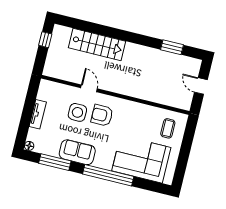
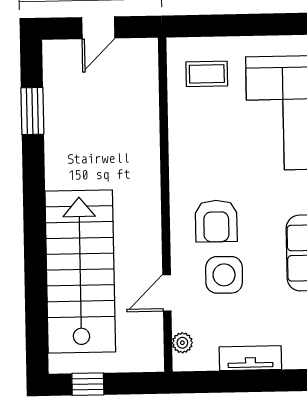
stairs: (97, 45) -> (80, 272), width x1.36, depth x1.51
plant: (52, 86) -> (182, 343), added
door: (89, 88) -> (167, 293), moved

